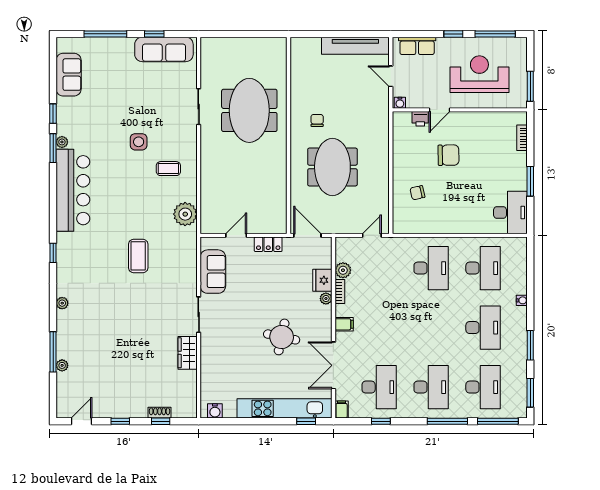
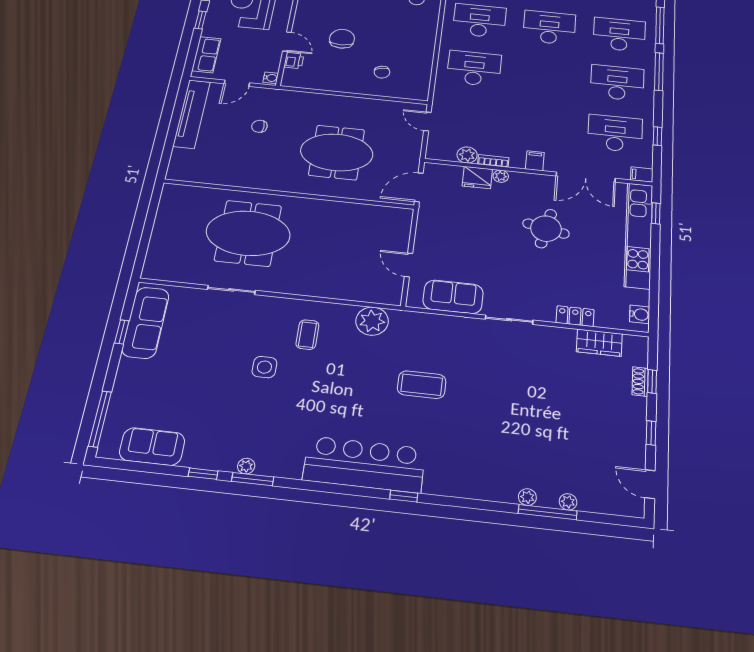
window: (105, 34) -> (100, 419), moved
chair: (317, 120) -> (259, 126), moved
bar counter: (73, 190) -> (364, 464), moved
locker: (268, 244) -> (575, 316), moved, turned -90
plant: (62, 303) -> (527, 497), moved
wardrobe: (188, 353) -> (599, 343), moved

